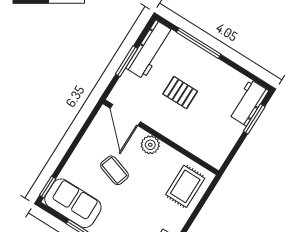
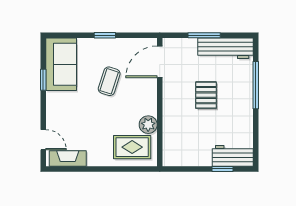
window: (254, 119) -> (222, 169), width x0.67
plant: (150, 145) -> (148, 125), moved
window: (48, 187) -> (105, 35), moved

